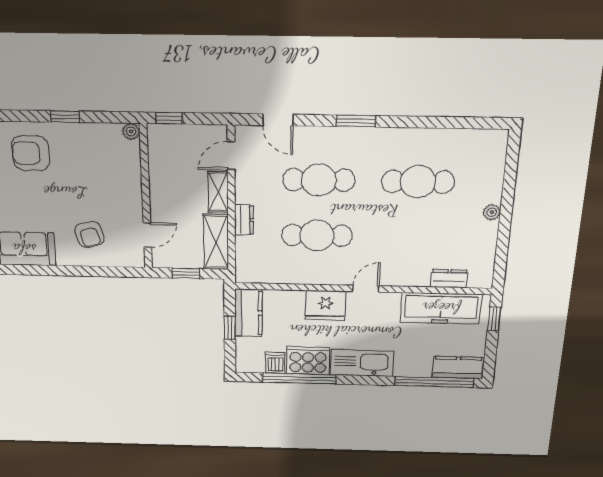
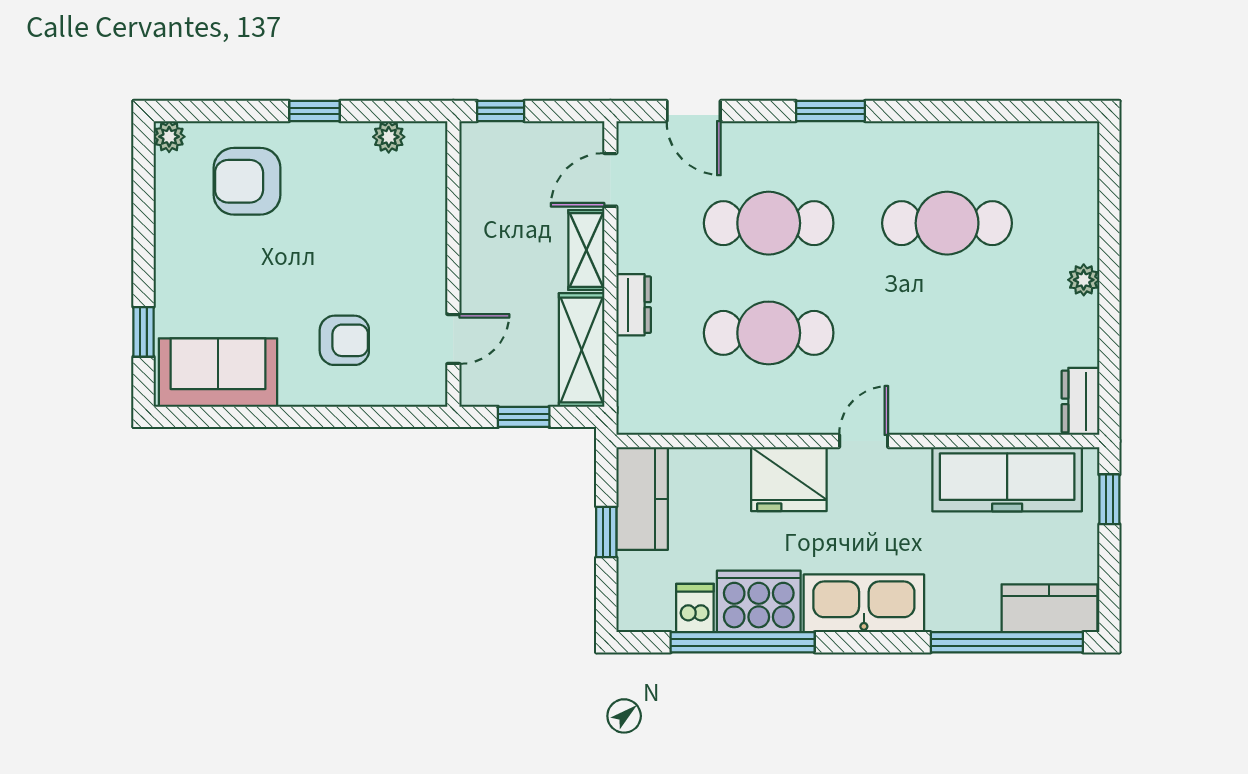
plant: (131, 131) -> (389, 137), moved
armchair: (89, 234) -> (344, 340), turned -75
dresser: (449, 279) -> (1080, 401), moved, turned -90

